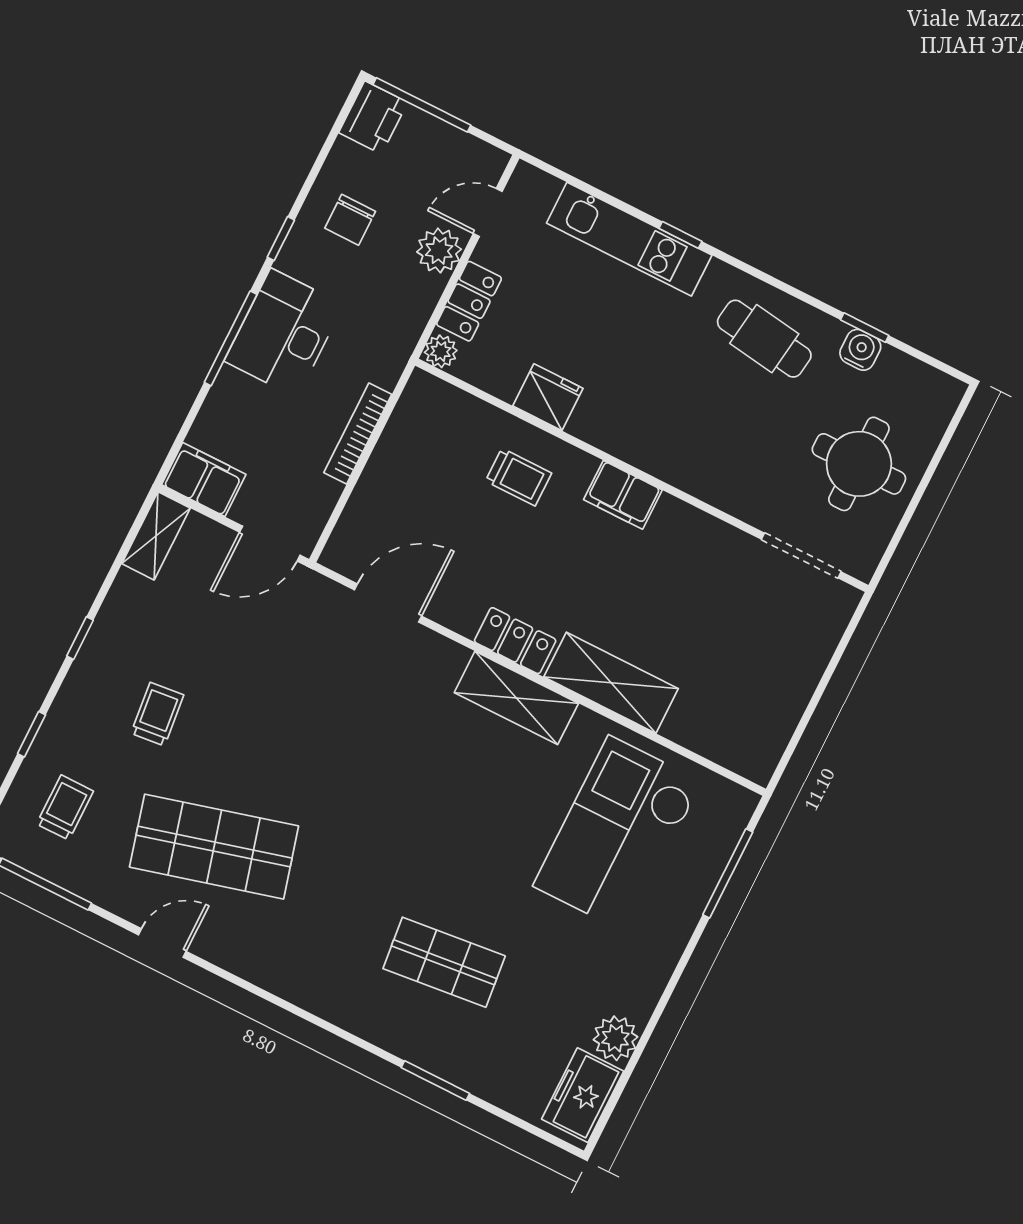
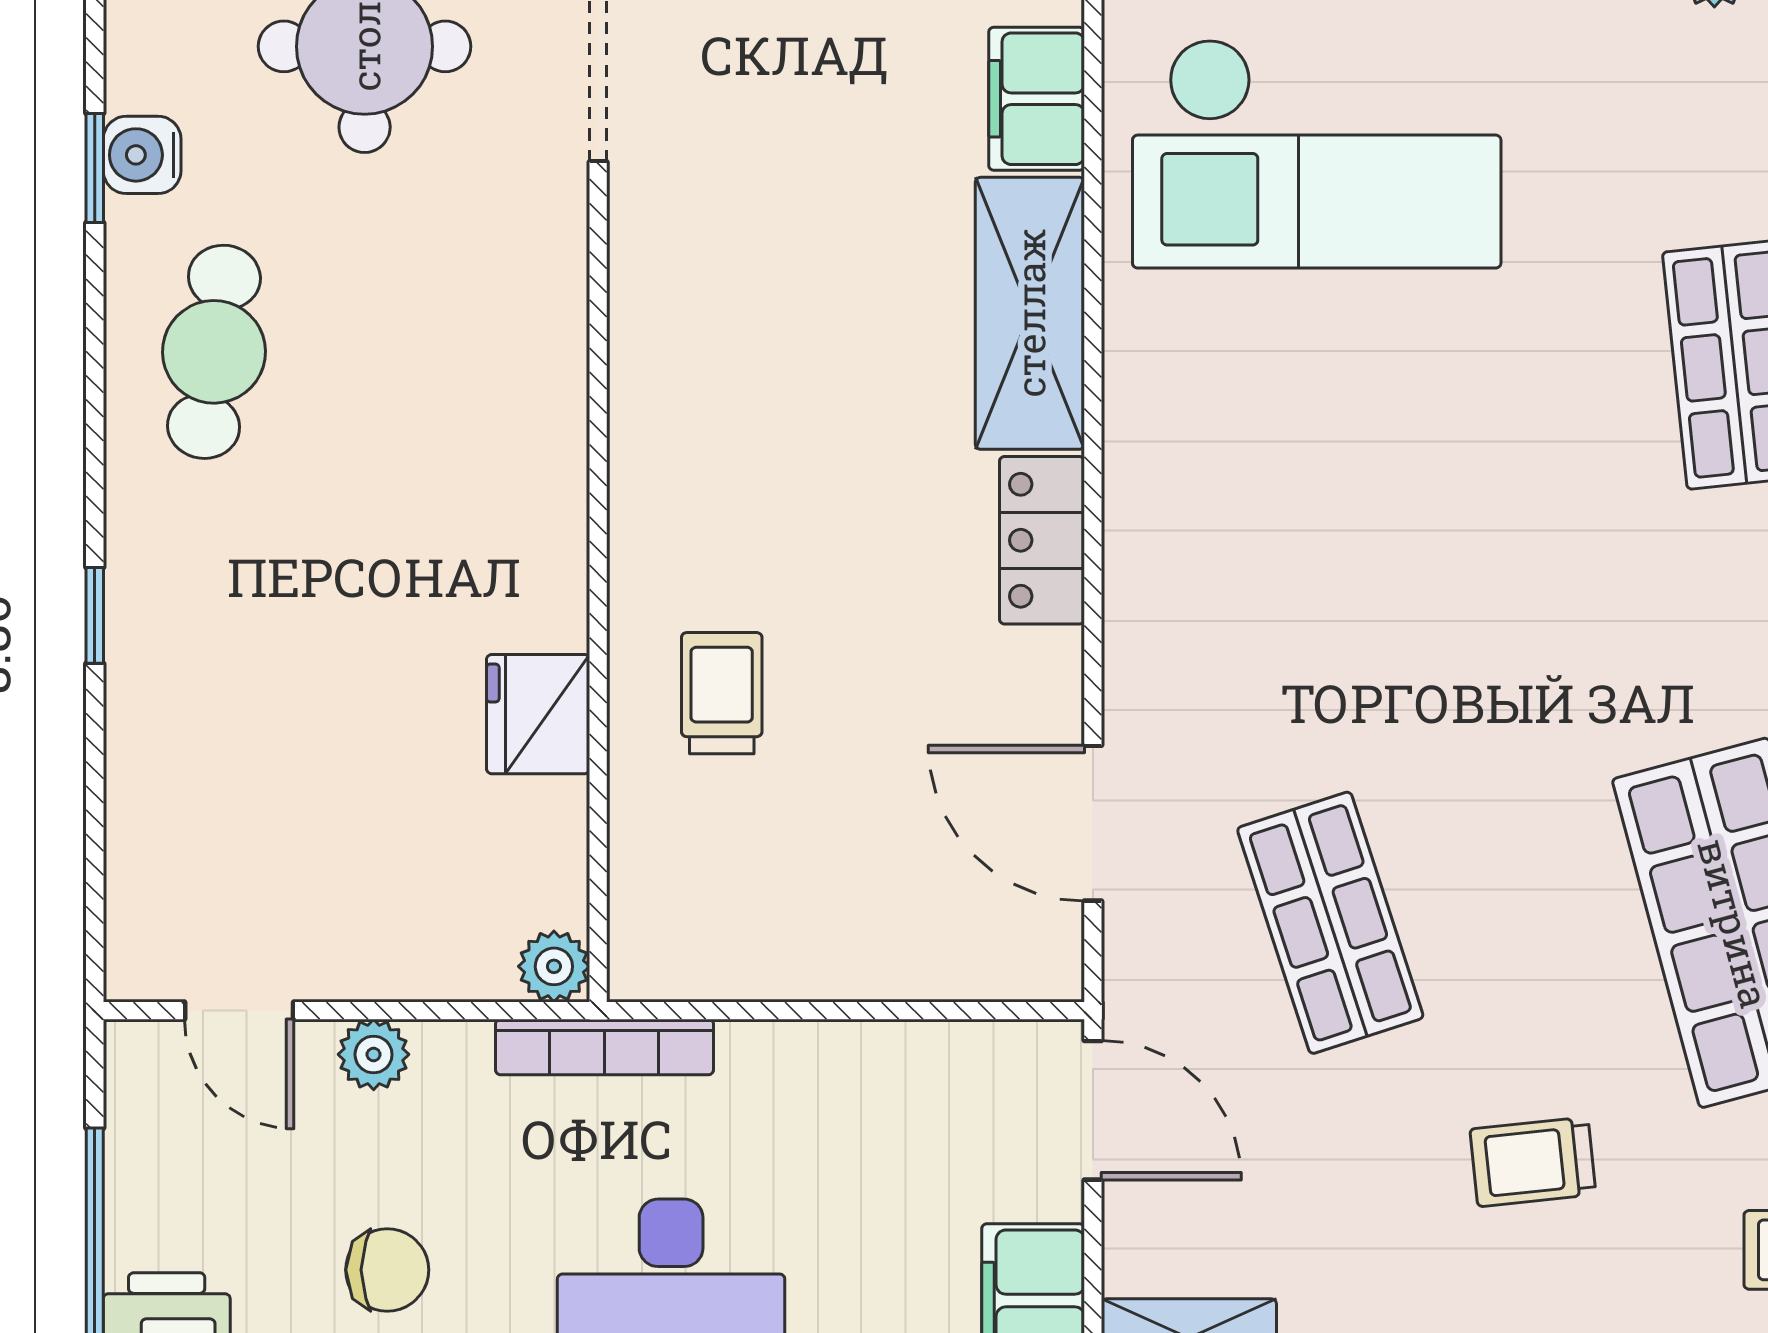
kitchen unit: (629, 239) -> (153, 711), removed
plant: (439, 251) -> (374, 1054), width x0.73, depth x0.73
locker: (469, 301) -> (429, 960), removed
bookcase: (358, 434) -> (604, 1047), moved
filing cabinet: (623, 495) -> (1037, 99), moved, turned 180
shop shelf: (298, 680) -> (1330, 923), added
shelving: (516, 698) -> (1152, 482), removed

